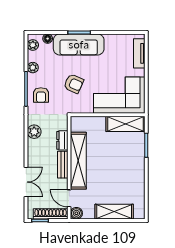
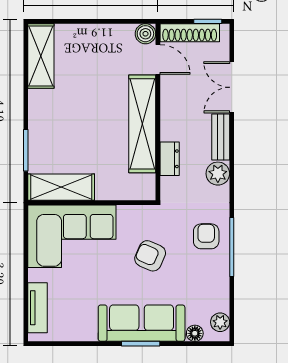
plant: (33, 68) -> (220, 284), removed
bench: (63, 165) -> (221, 137), moved
shelving: (114, 212) -> (41, 56), moved, turned 90

